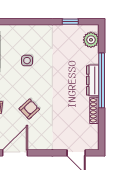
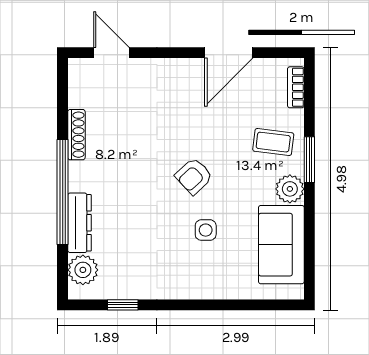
dresser: (93, 80) -> (79, 223), moved
armchair: (29, 109) -> (194, 176), moved

